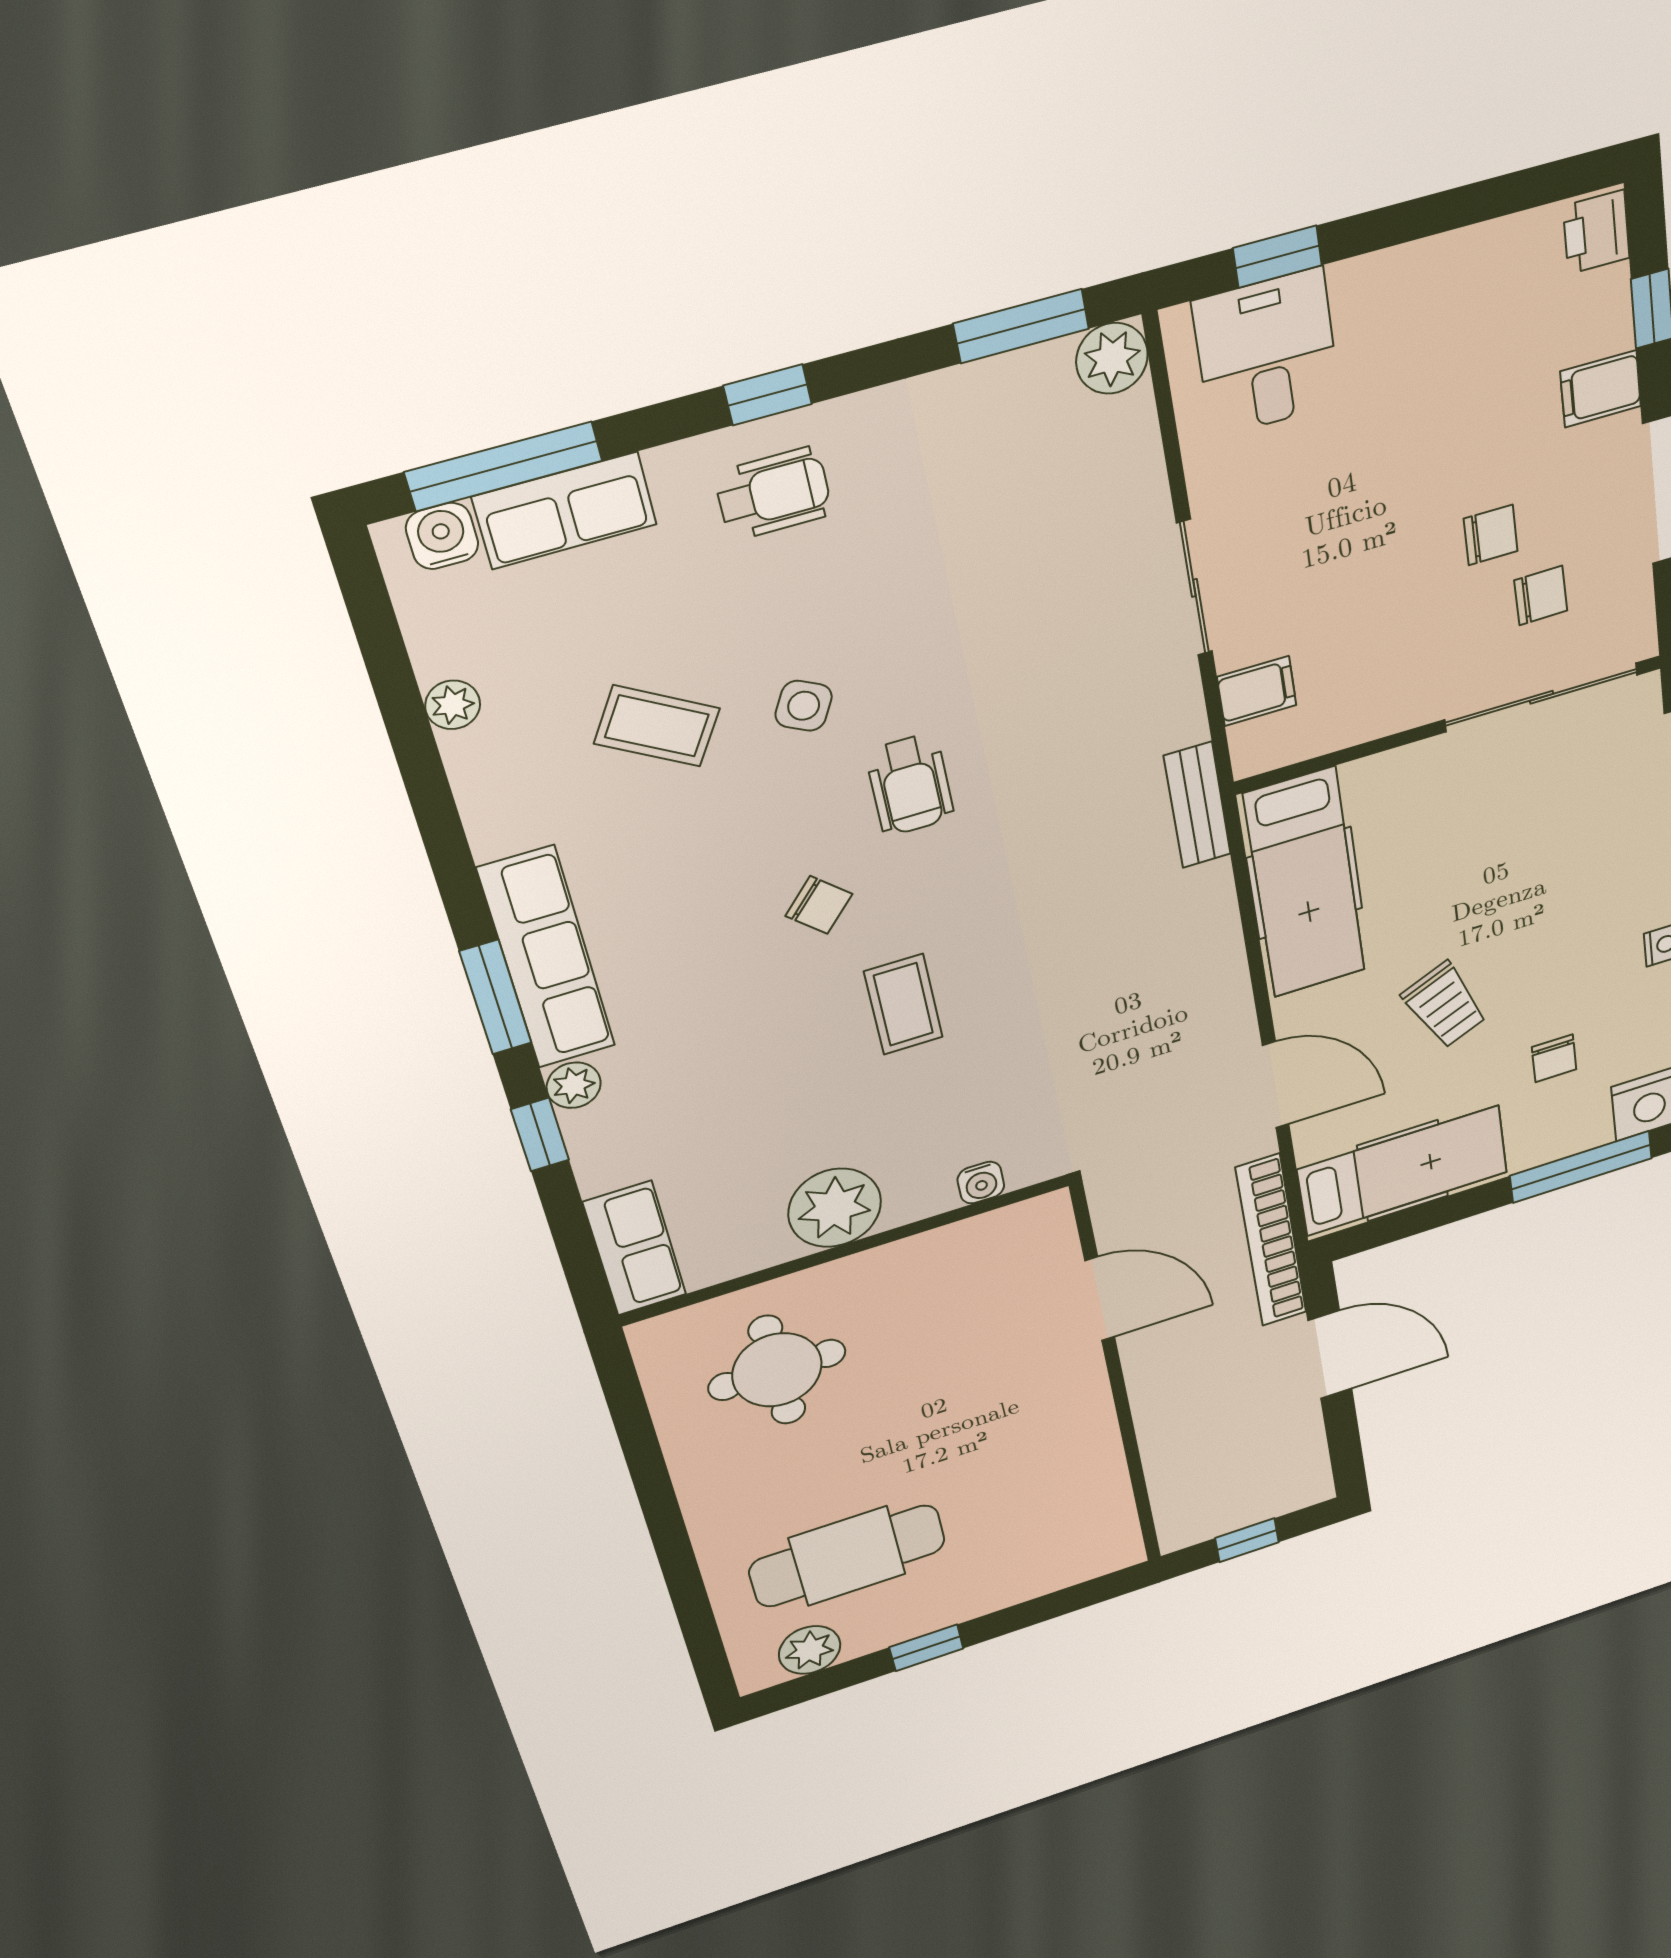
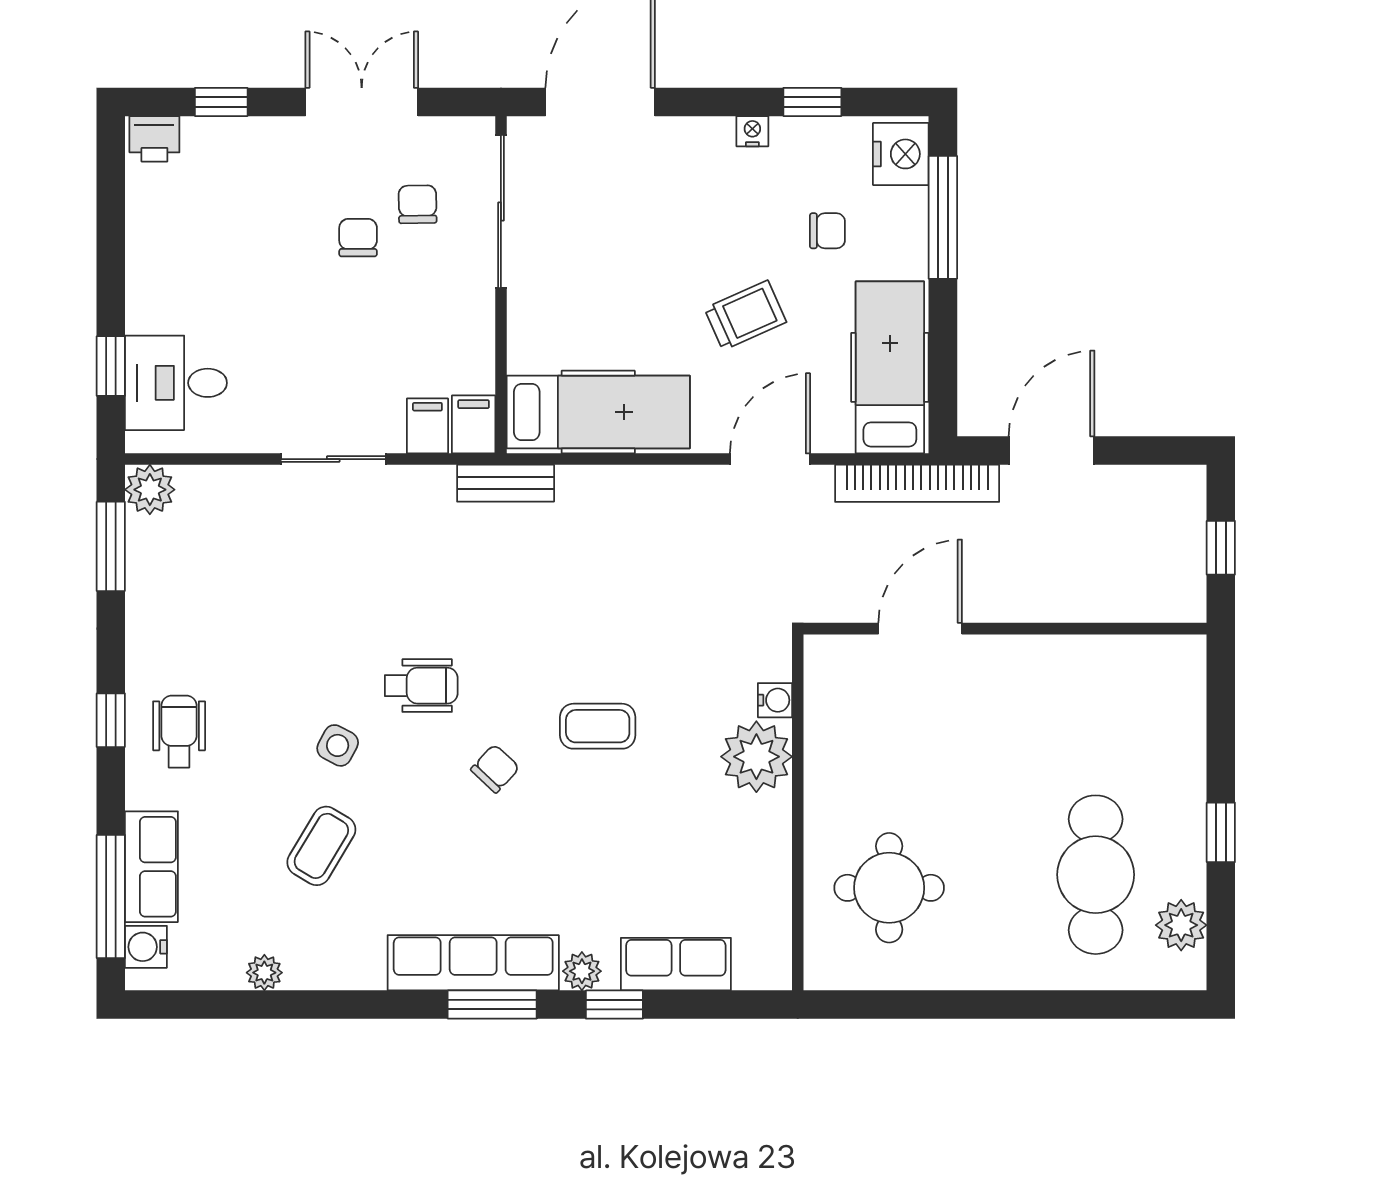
filing cabinet: (1601, 389) -> (474, 424), moved, turned 180
plant: (835, 1208) -> (756, 757), moved
row of seats: (635, 1248) -> (676, 964), moved

